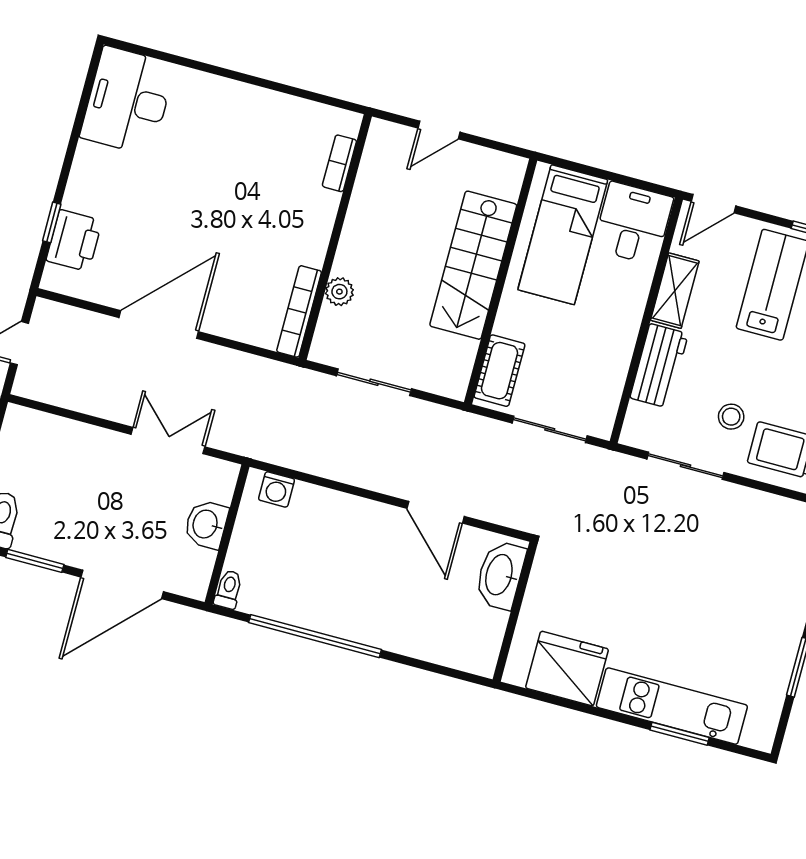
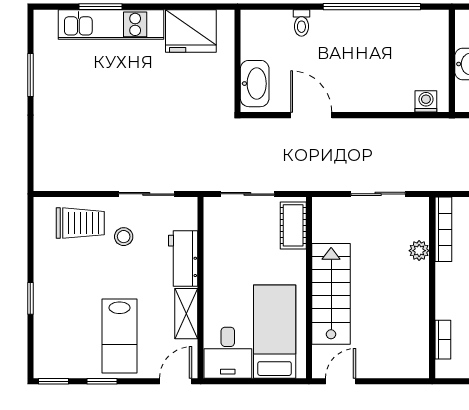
door: (439, 130) -> (341, 381), moved
toilet: (228, 589) -> (301, 23), moved

